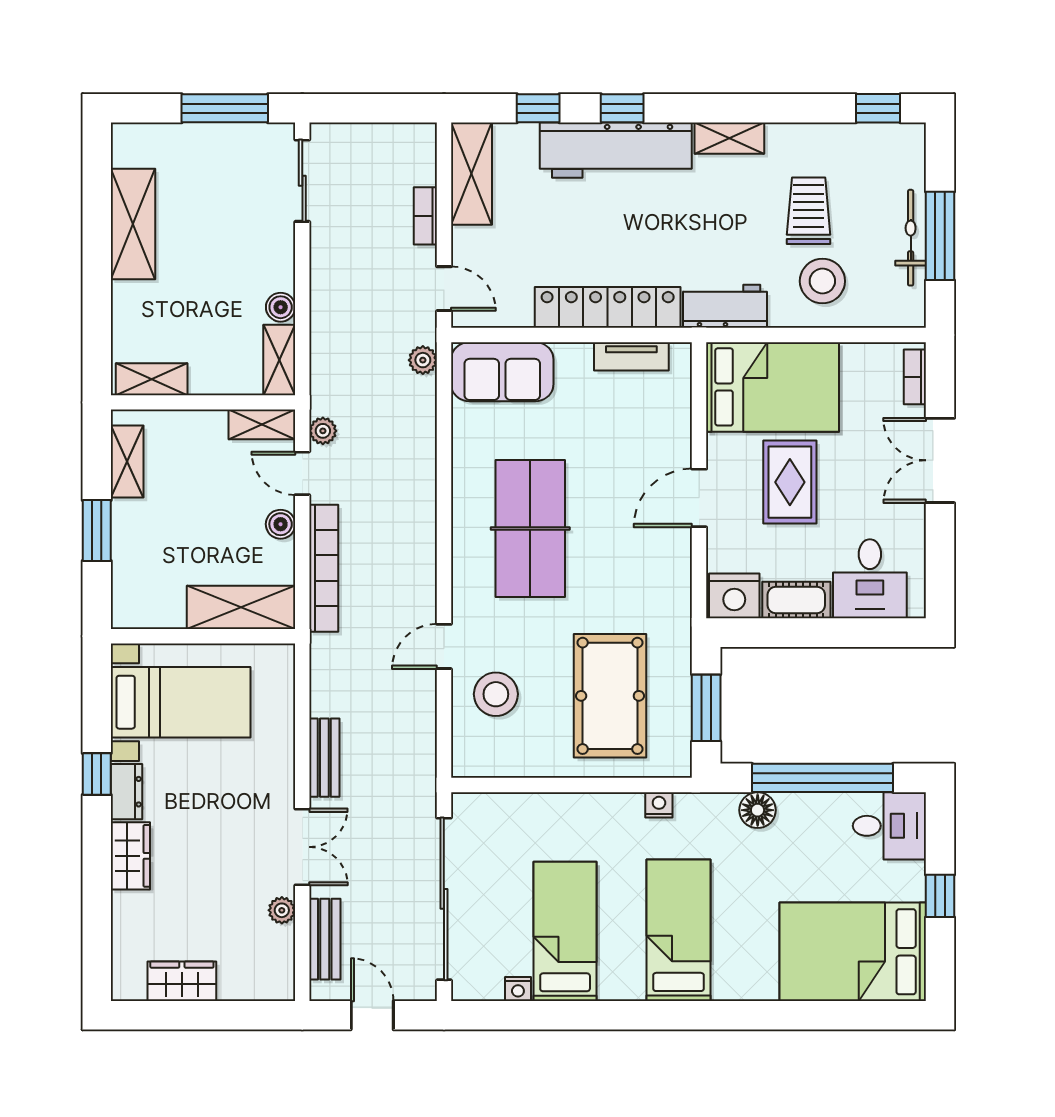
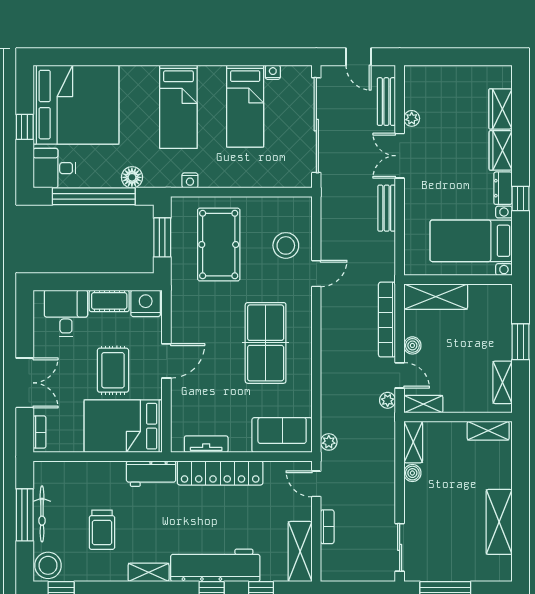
stool: (822, 281) -> (48, 565), moved
bed: (853, 952) -> (76, 105), width x1.36
wardrobe: (182, 981) -> (500, 109), moved, turned 90

